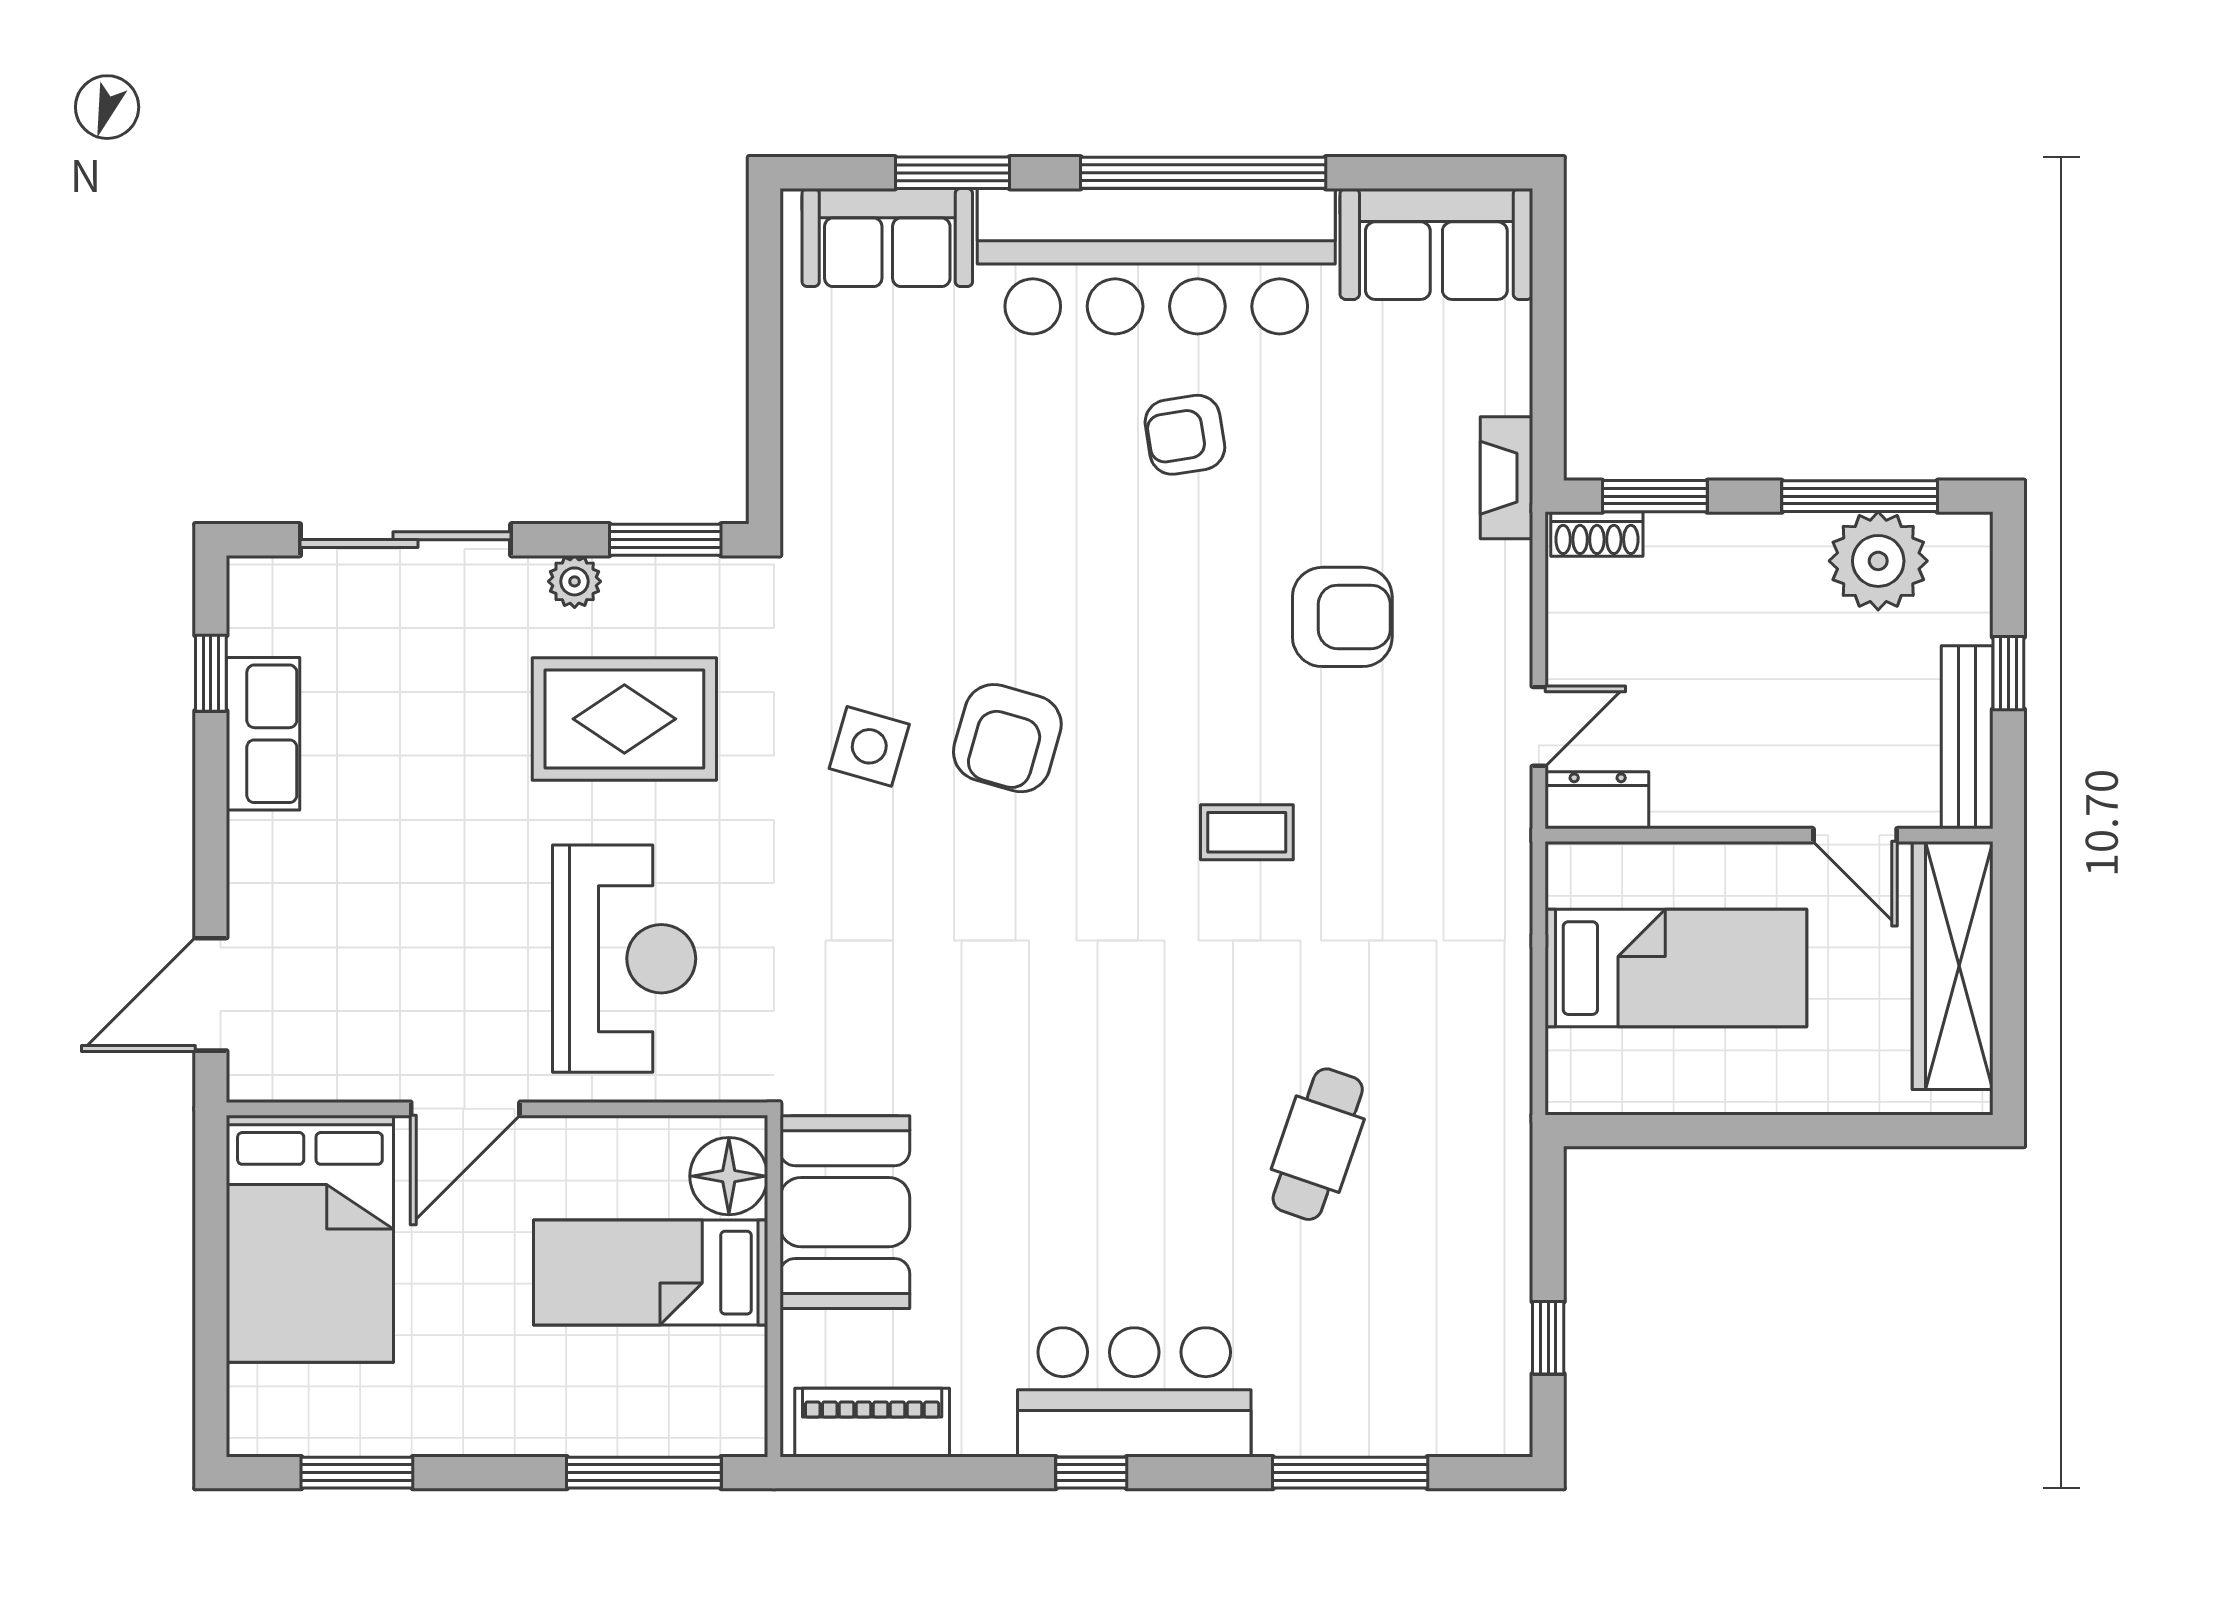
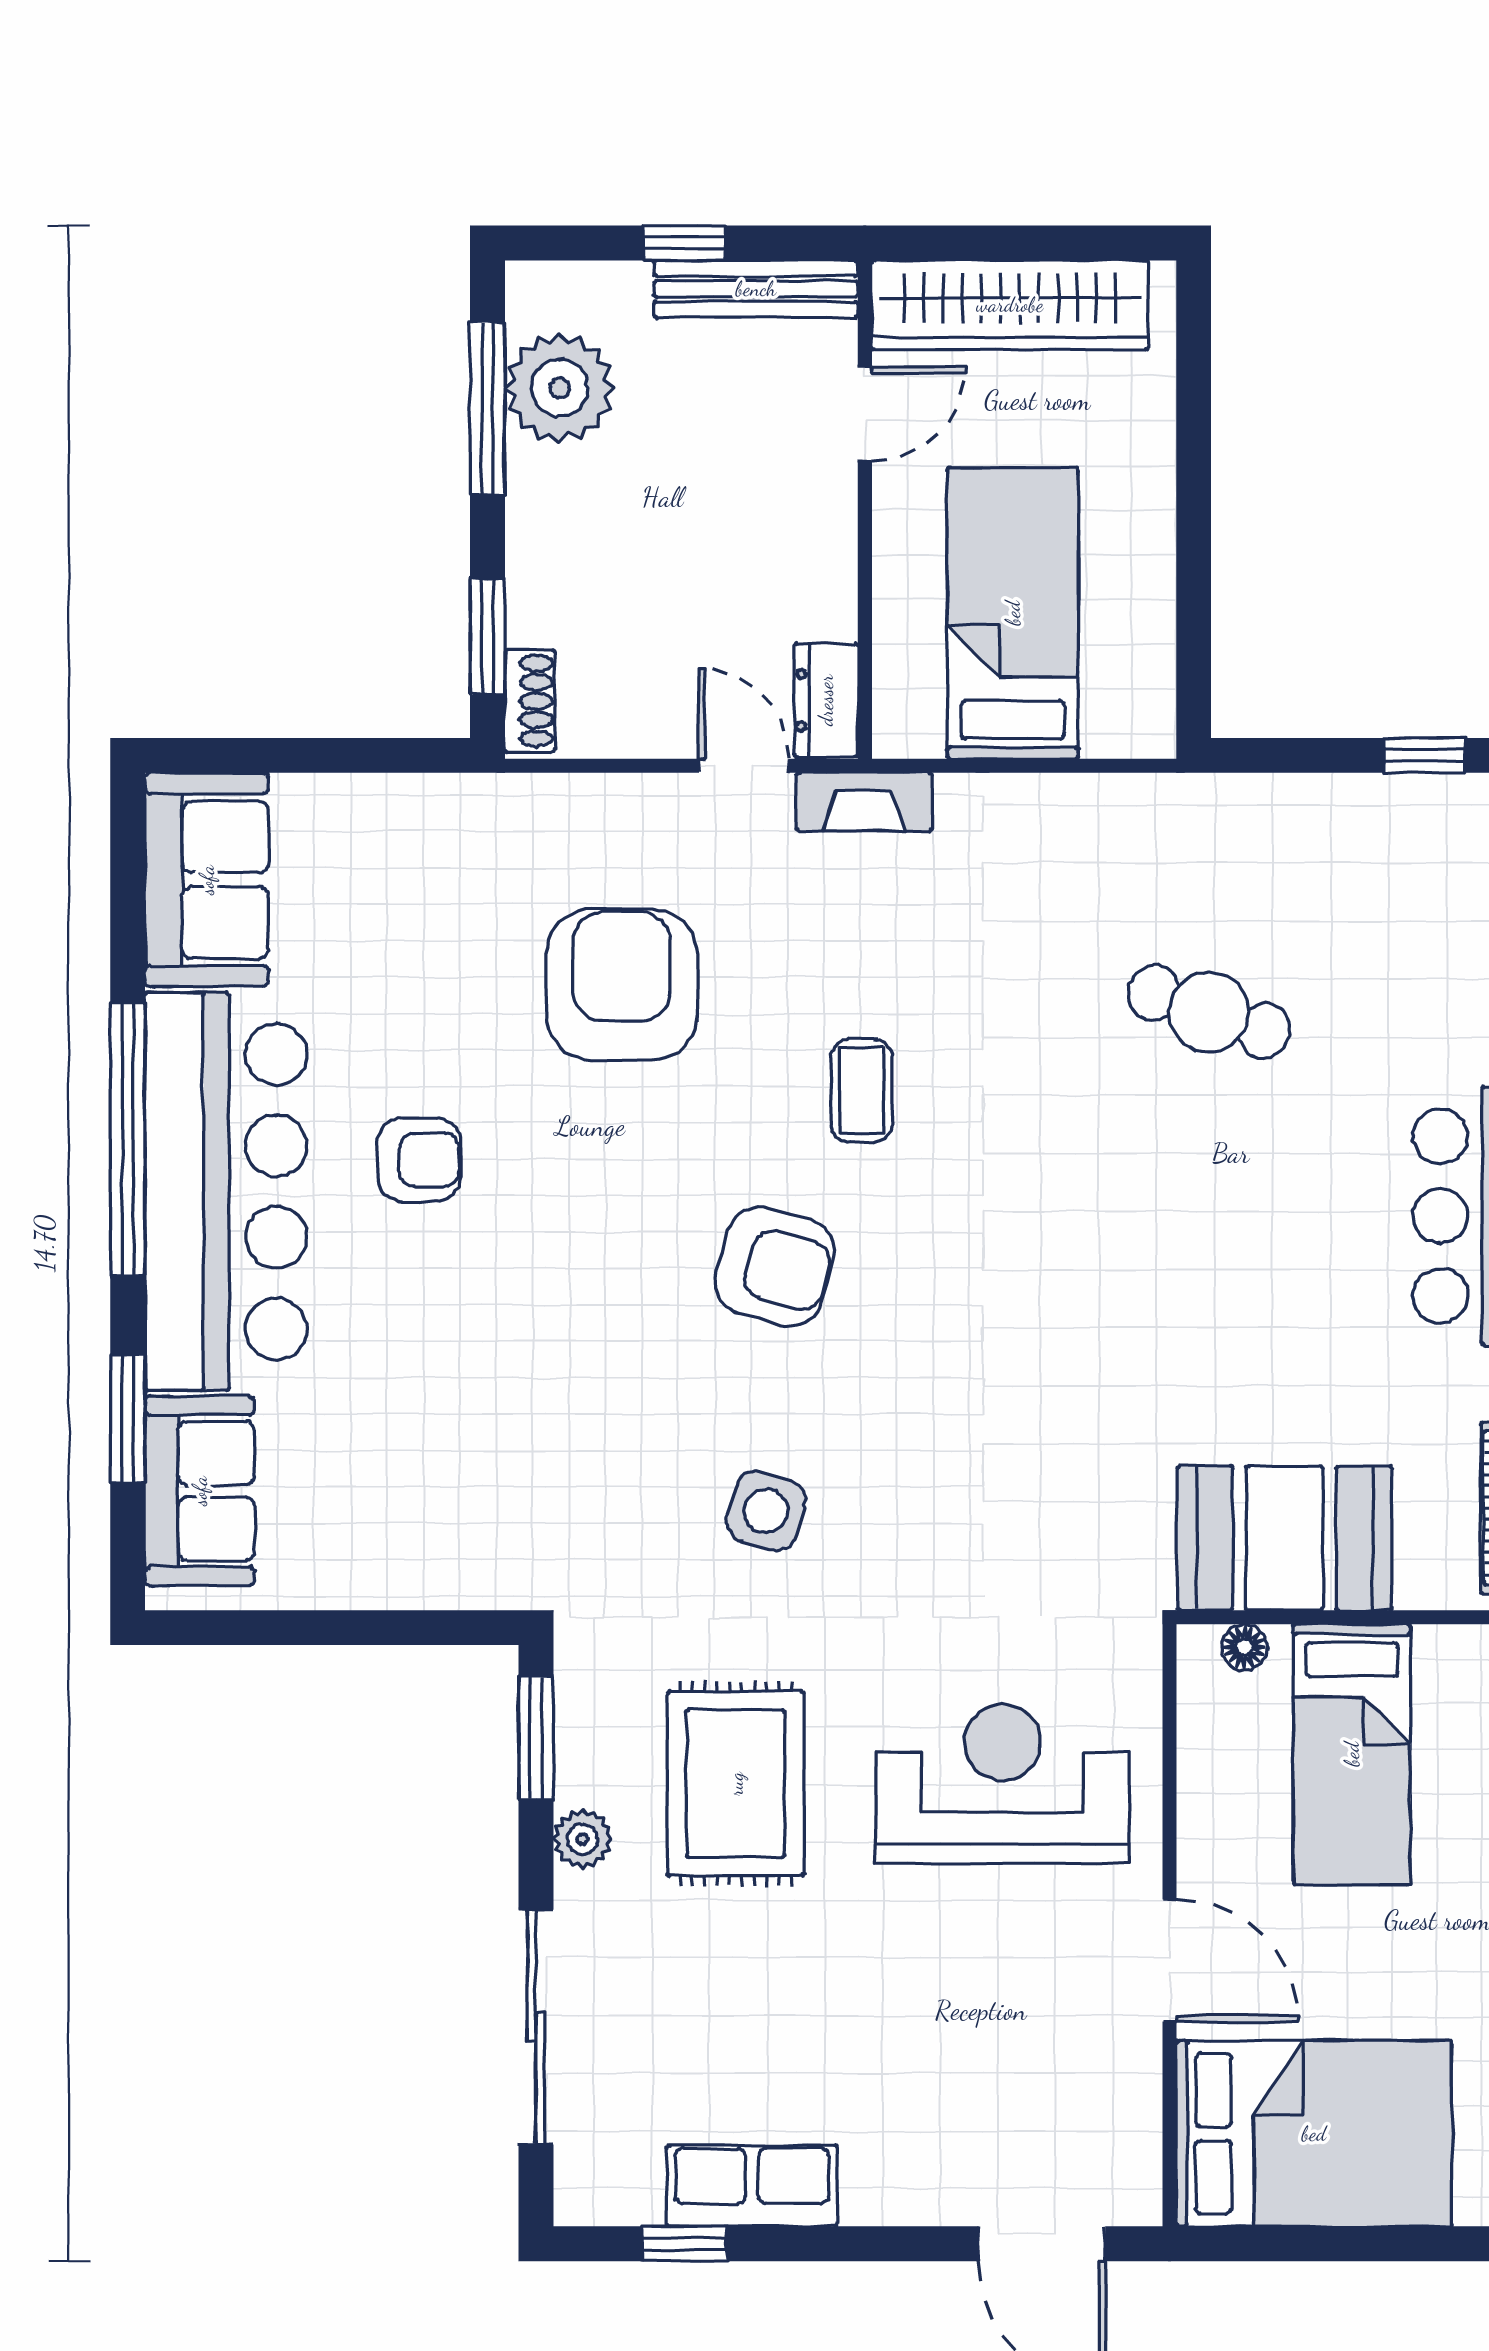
armchair: (1185, 435) -> (419, 1160), turned -81
fireplace: (1506, 478) -> (864, 802), moved
armchair: (1342, 617) -> (622, 984), width x1.36, depth x1.36
armchair: (1007, 738) -> (775, 1267), moved
floor lamp: (729, 1176) -> (1244, 1647), width x0.53, depth x0.53

